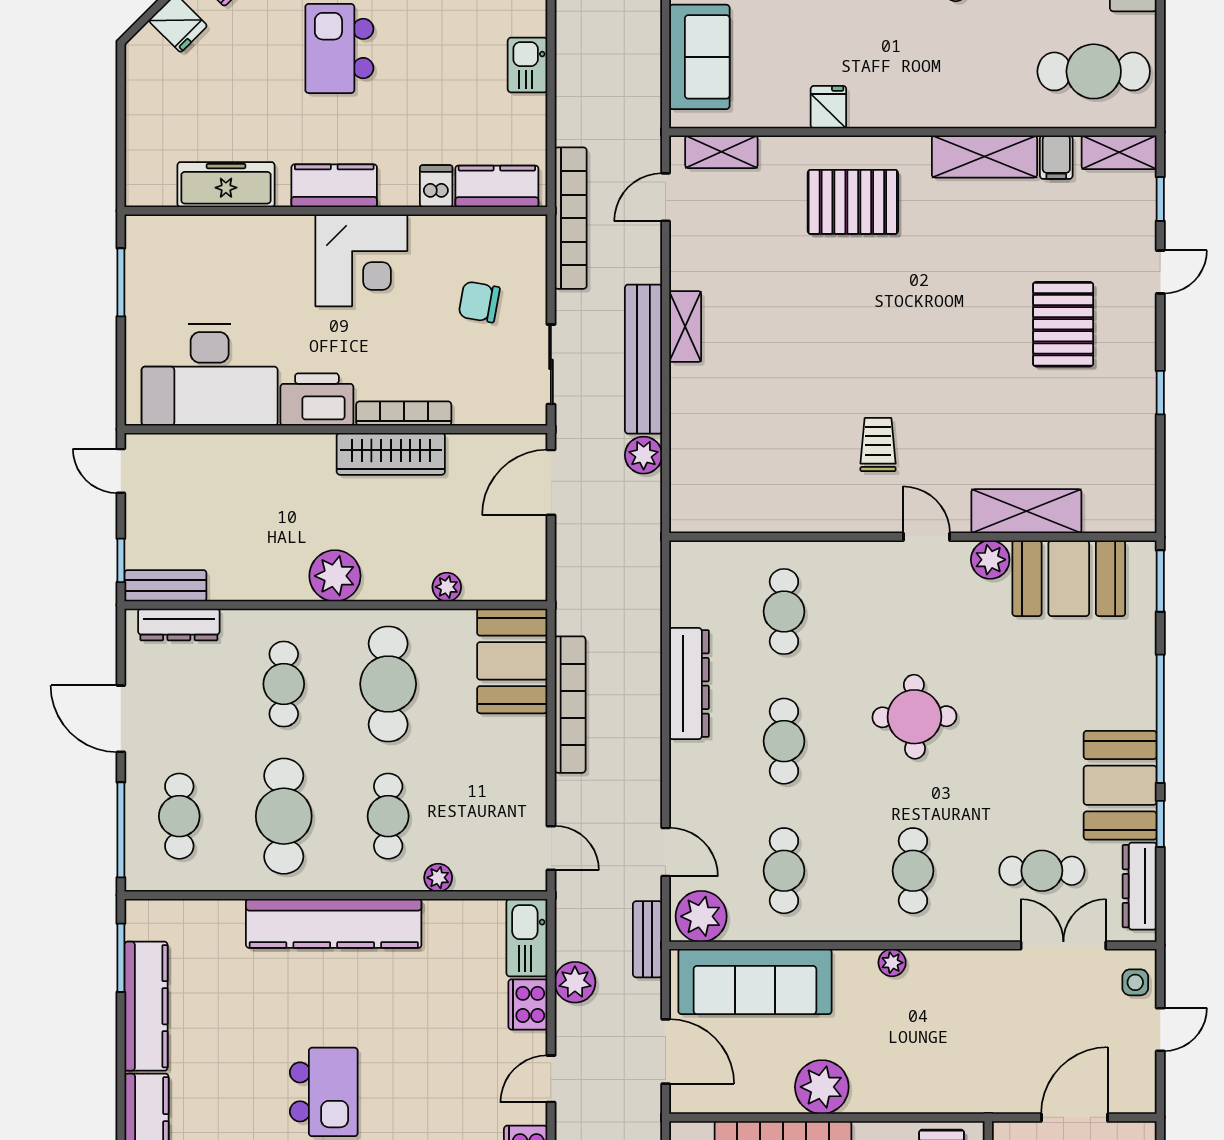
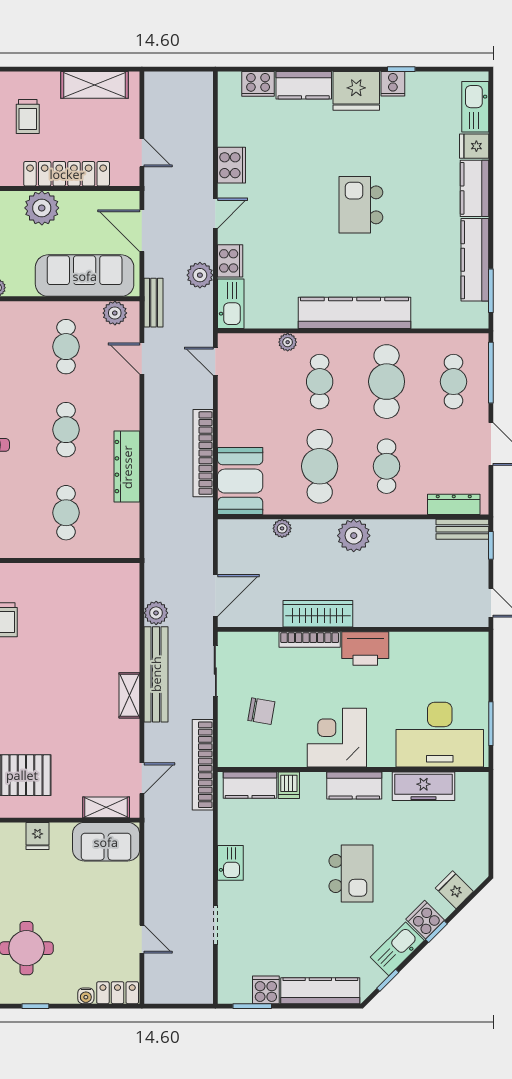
sofa: (699, 57) -> (106, 842), moved, turned -90
desk: (210, 375) -> (440, 735), moved, turned 180
plant: (701, 916) -> (115, 313), width x0.73, depth x0.73

